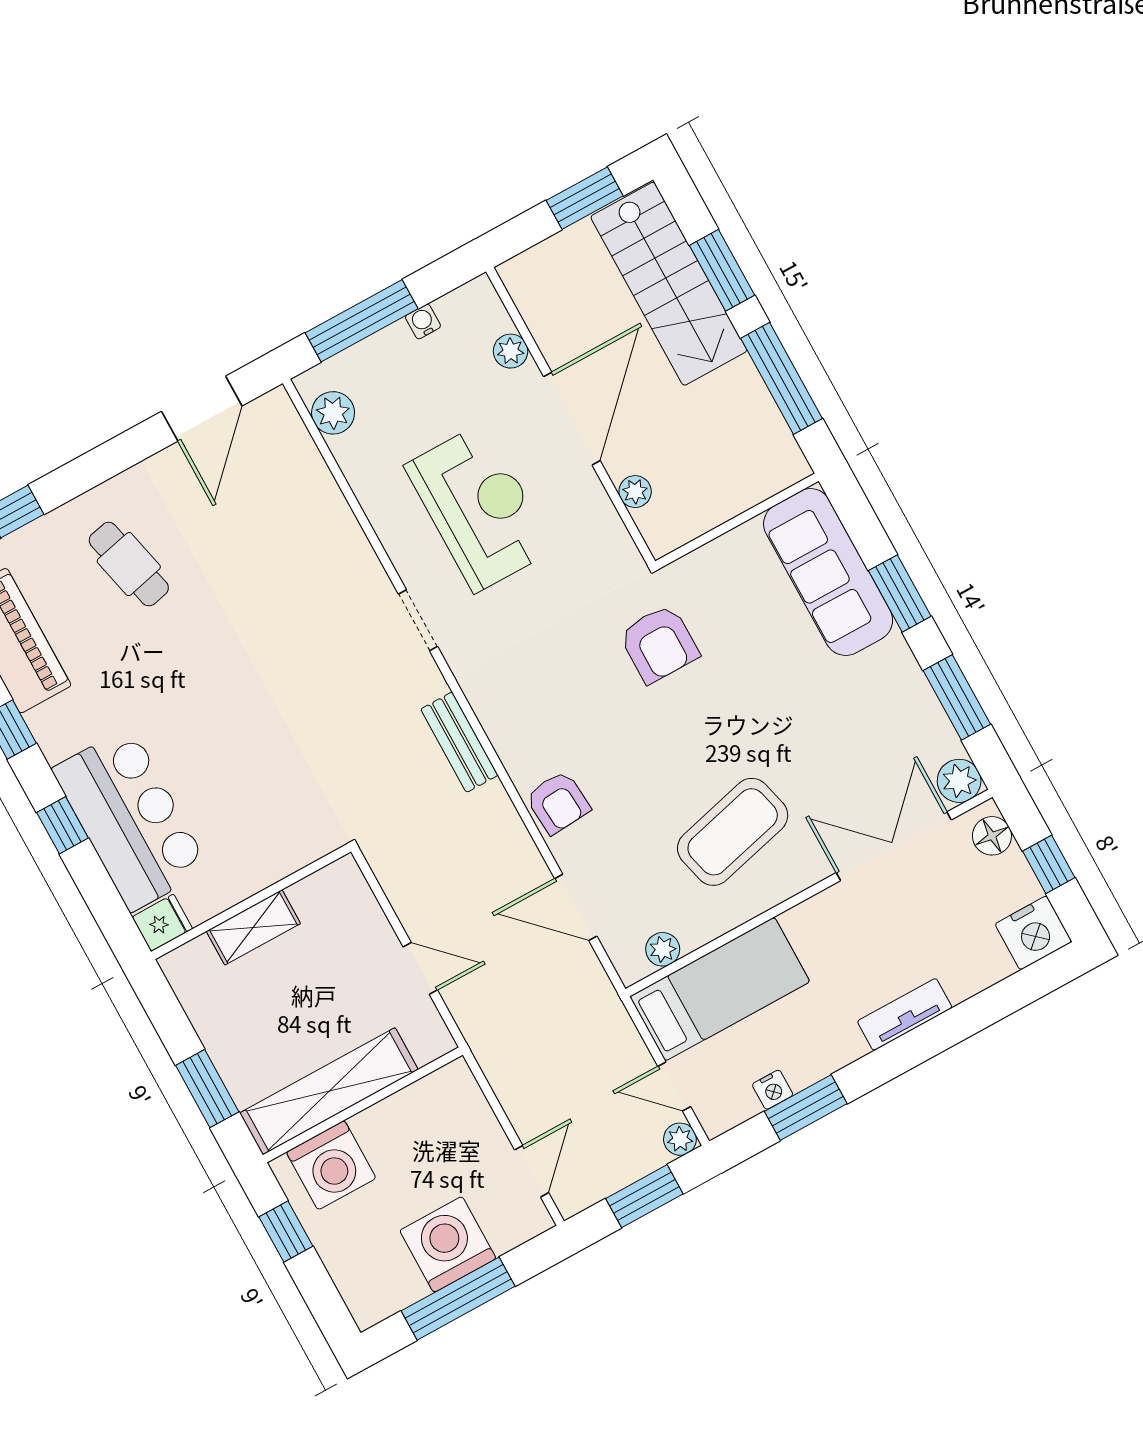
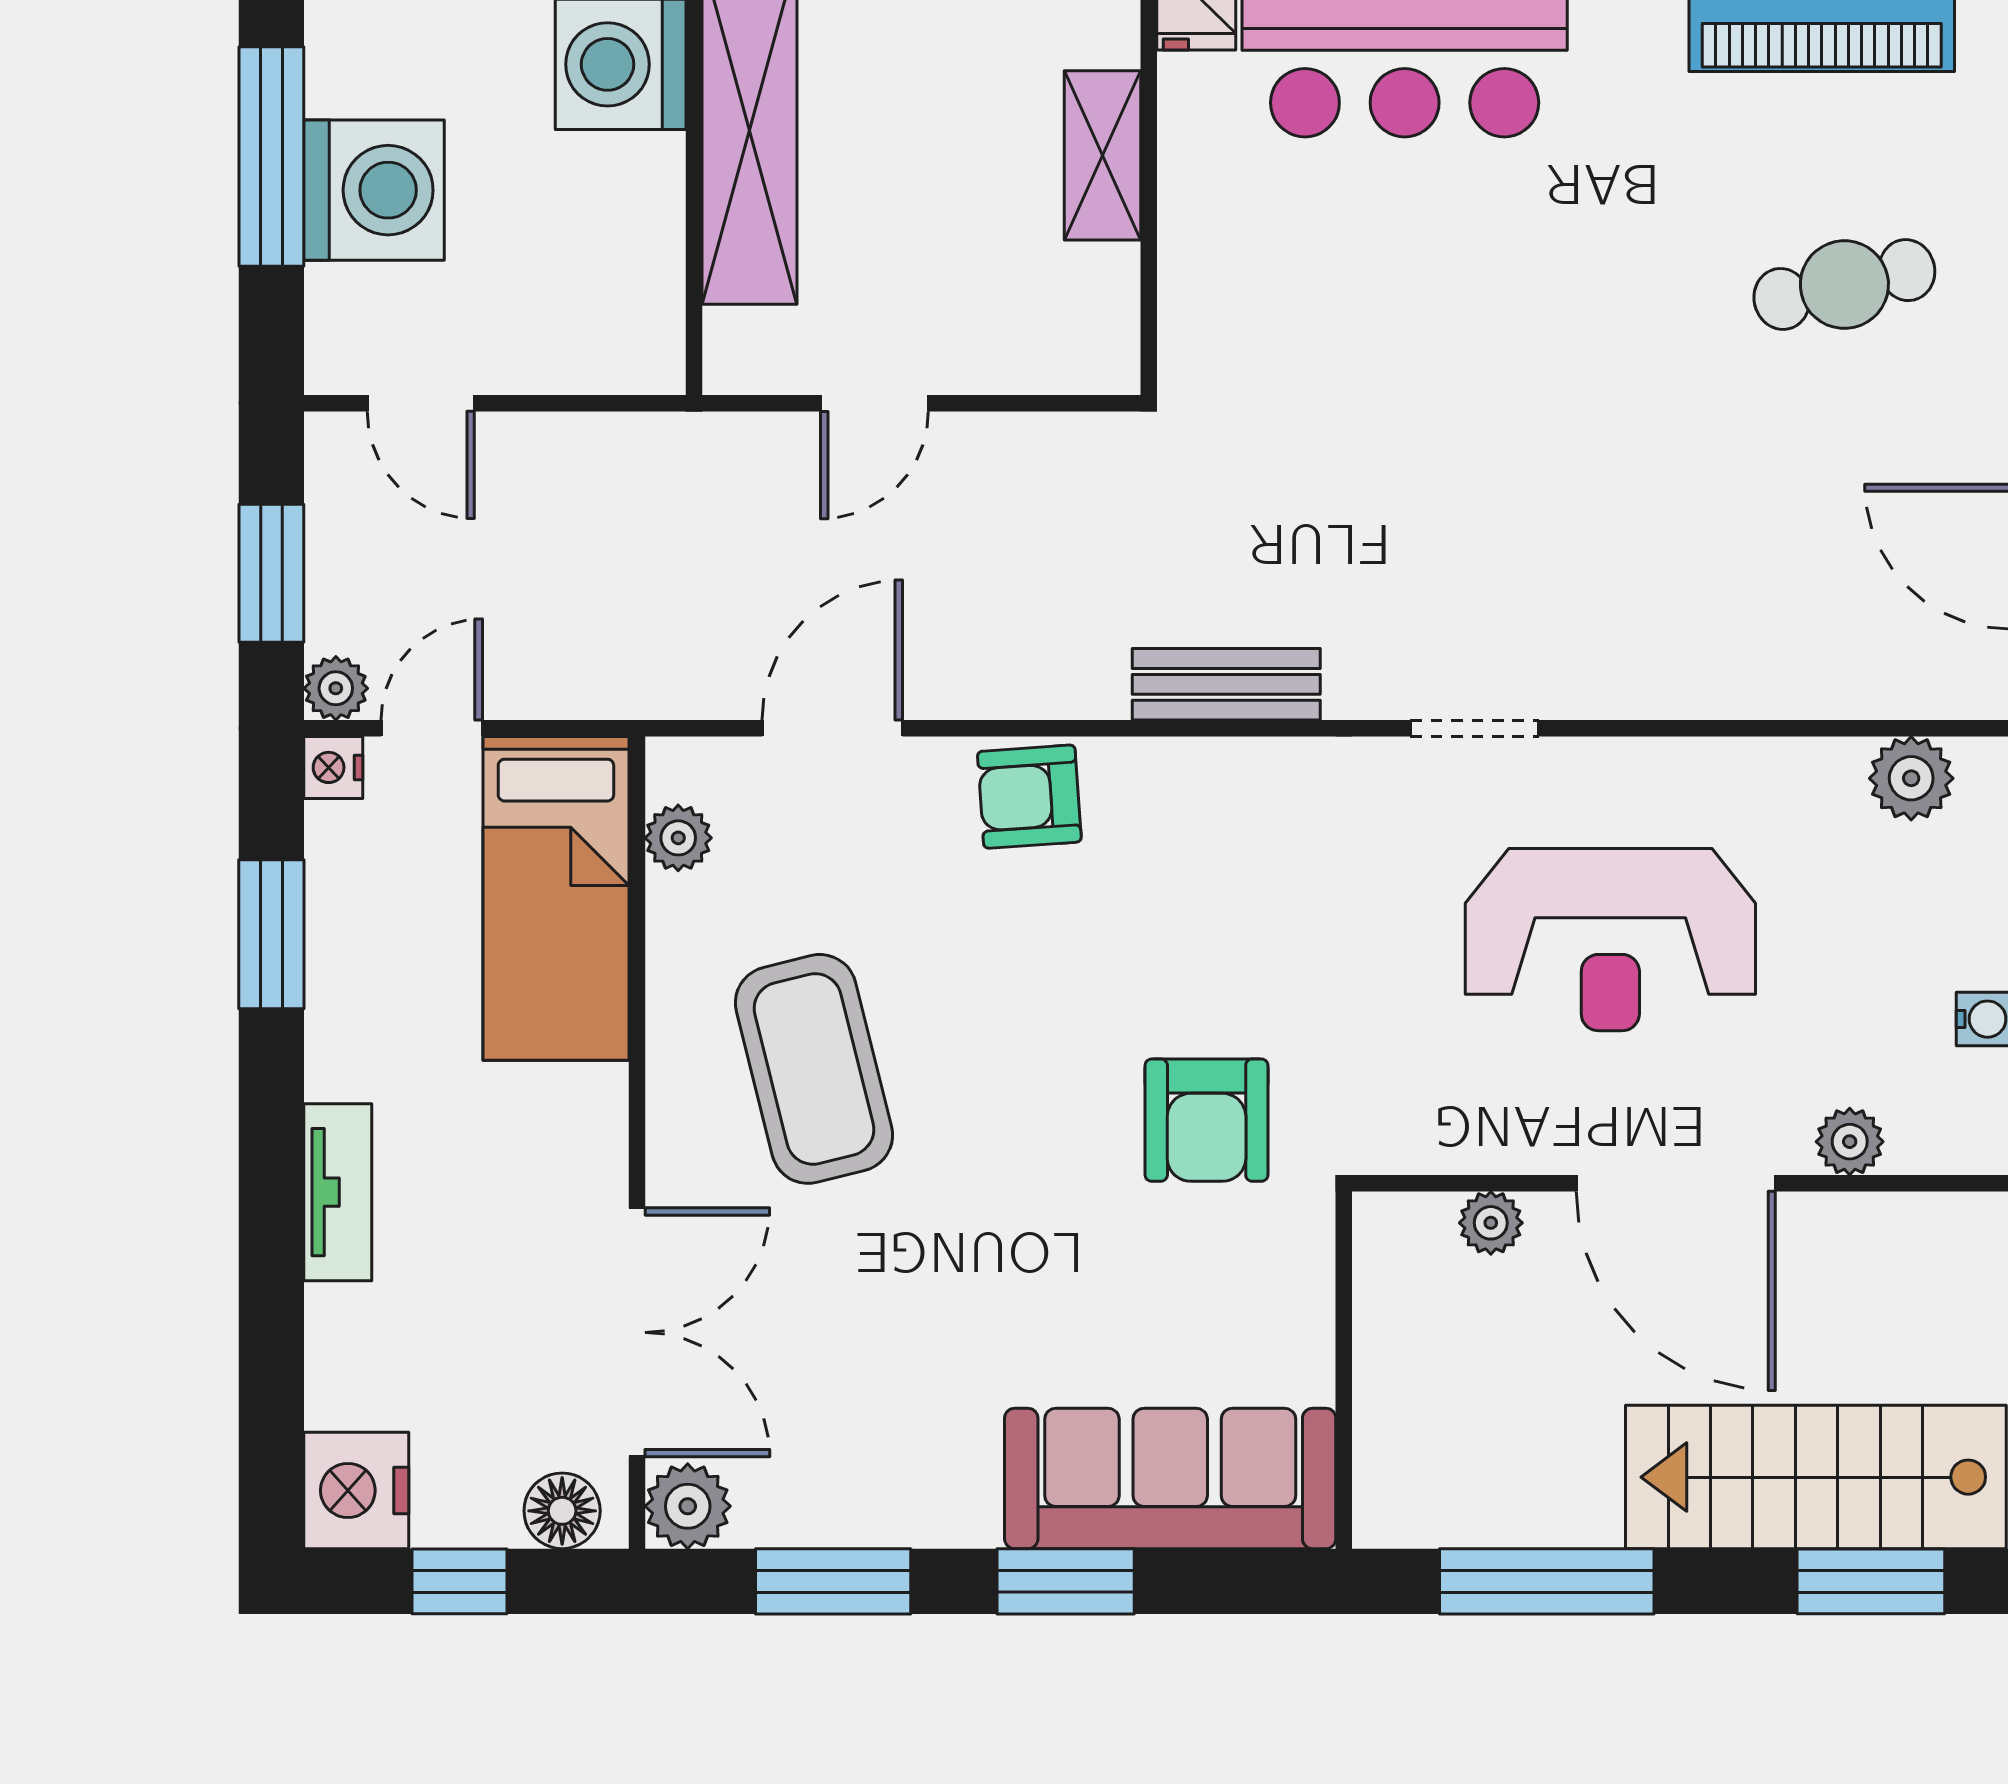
window: (722, 270) -> (1871, 1581), moved
armchair: (659, 644) -> (1207, 1120), turned -90
nightstand: (773, 1090) -> (333, 767), moved

